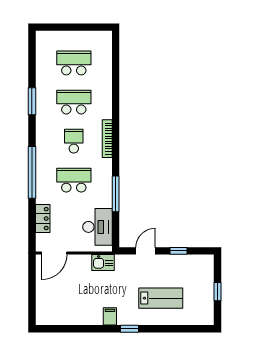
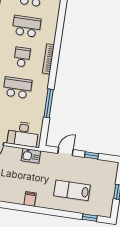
desk: (97, 227) -> (23, 134), moved, turned 90
lab bench: (161, 298) -> (72, 190), turned 180
window: (130, 329) -> (90, 218), moved

